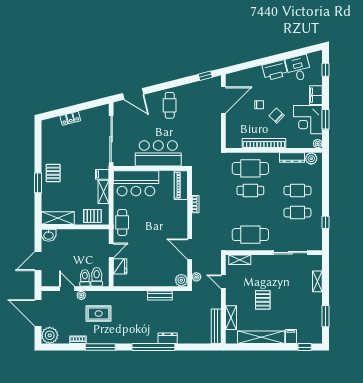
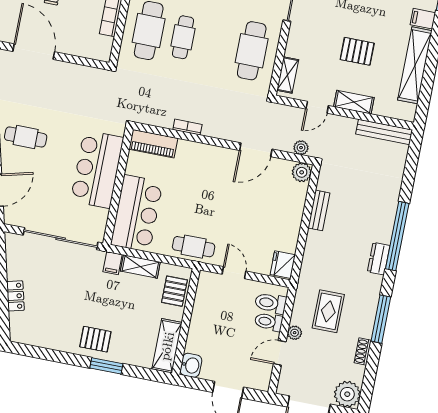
fridge: (120, 266) -> (283, 265), moved, turned -90
shelving: (231, 318) -> (354, 102), moved
dresser: (168, 338) -> (379, 259), moved

